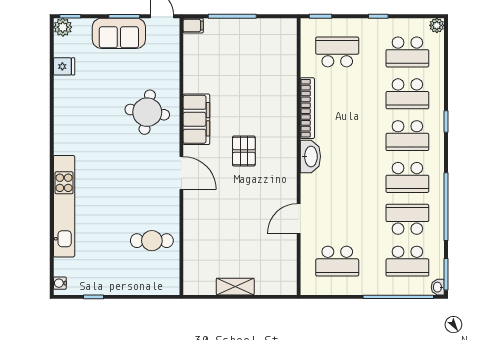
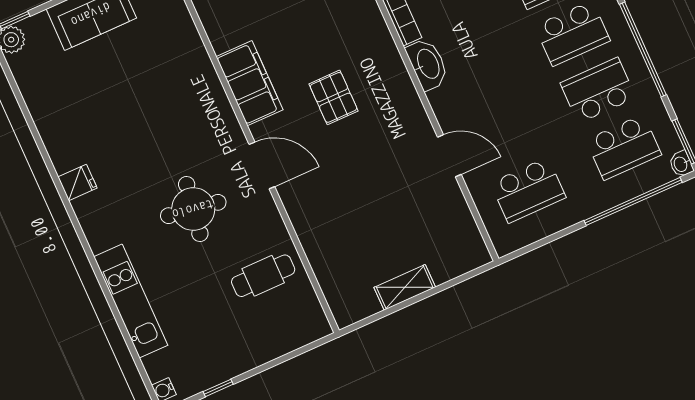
fridge: (64, 66) -> (77, 182), moved
round table: (147, 112) -> (193, 209), moved
kitchen unit: (64, 206) -> (131, 301), width x0.73
door: (299, 219) -> (449, 156), swing flipped

